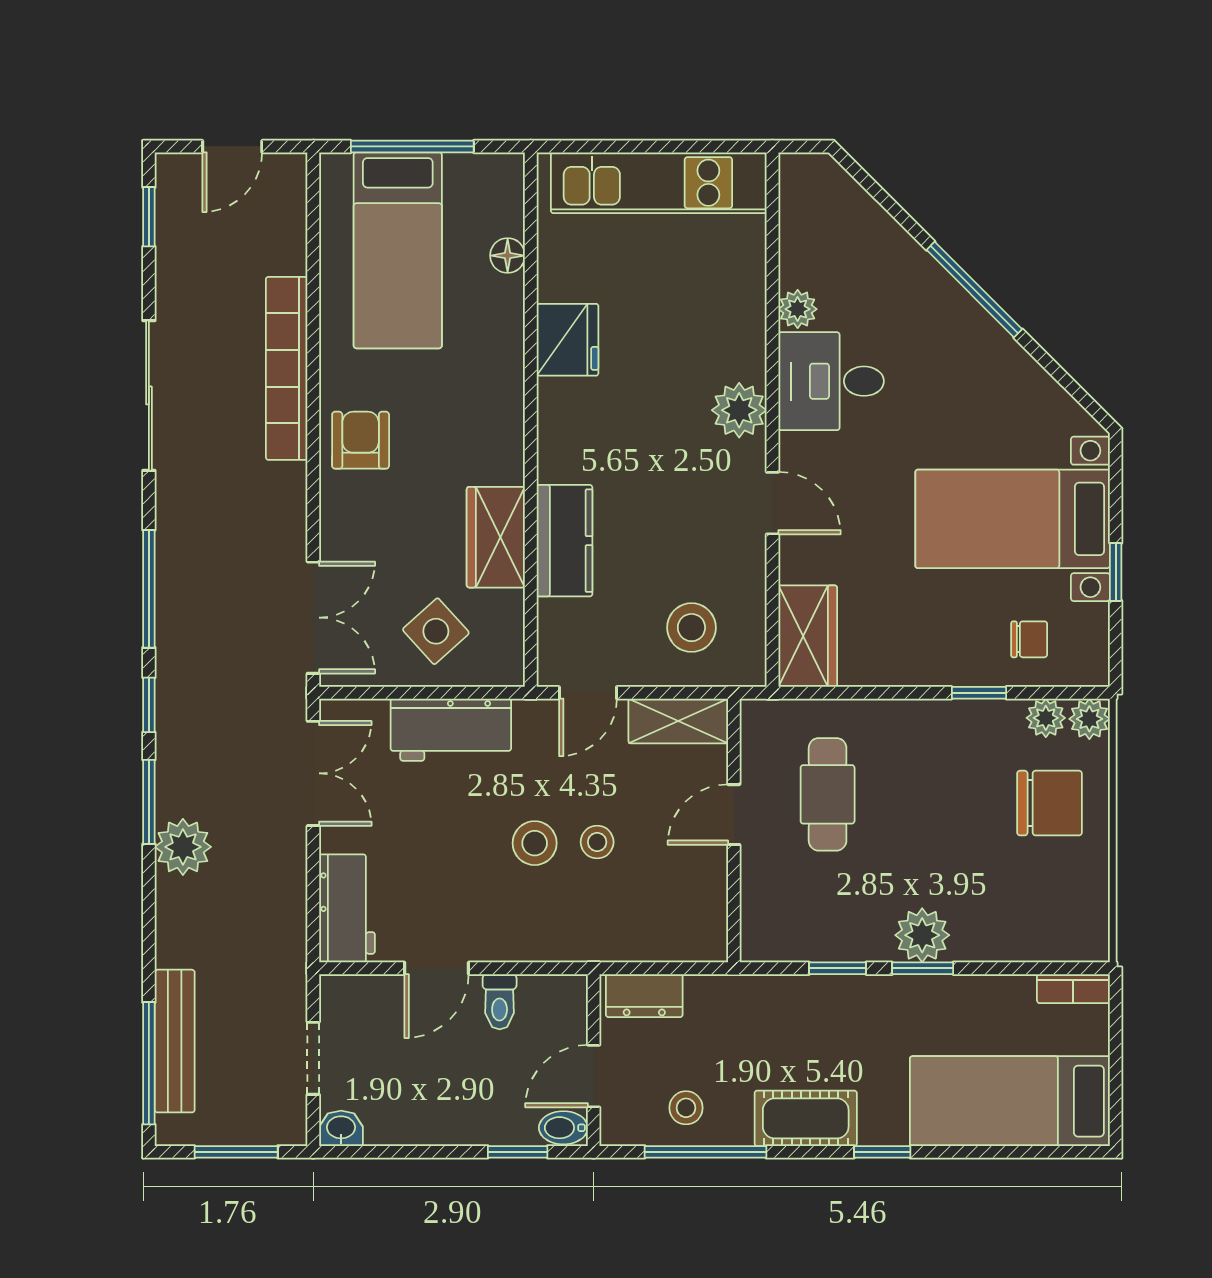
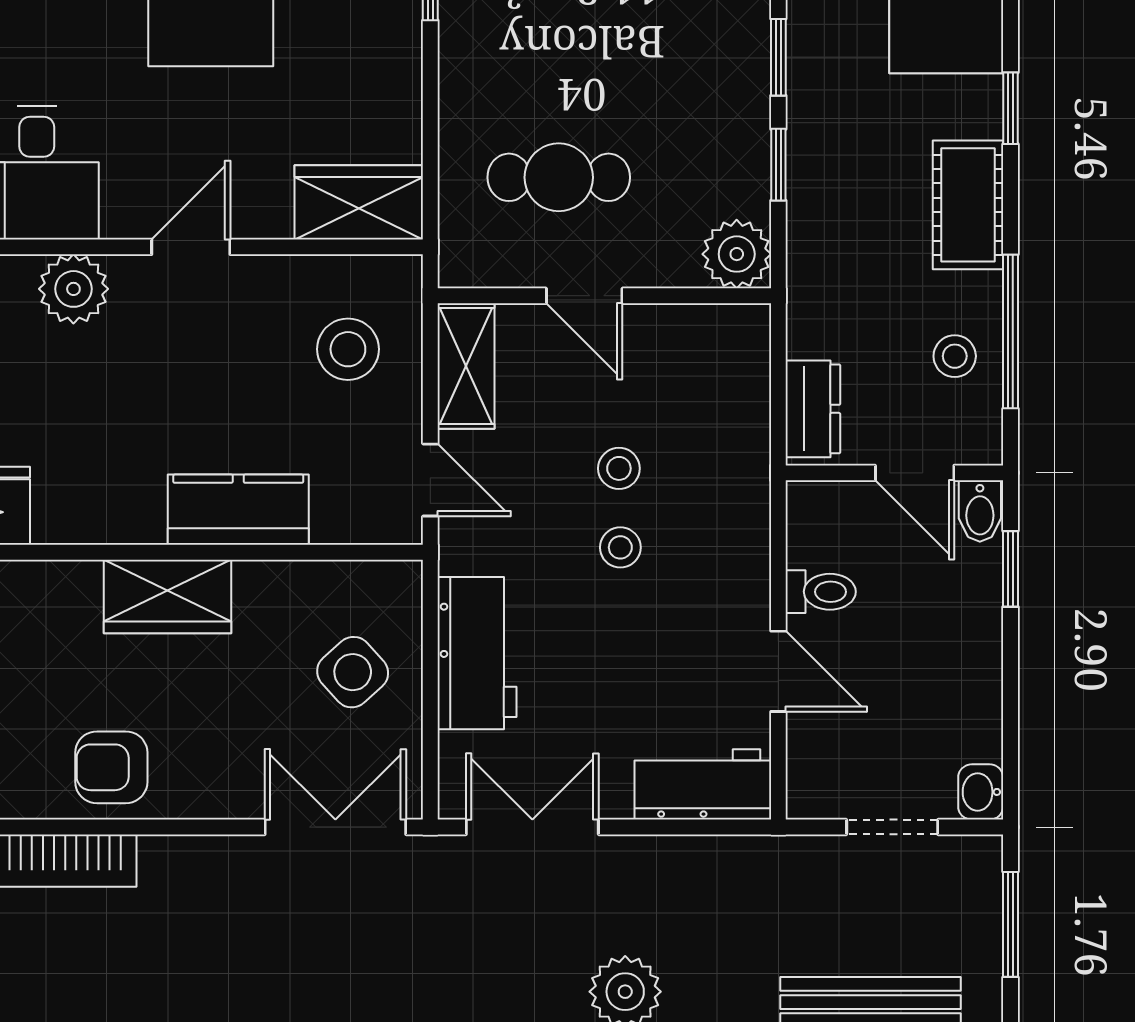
wardrobe: (496, 537) -> (168, 596), moved
stool: (535, 843) -> (620, 547), width x0.73, depth x0.73
plant: (922, 935) -> (737, 254), moved

